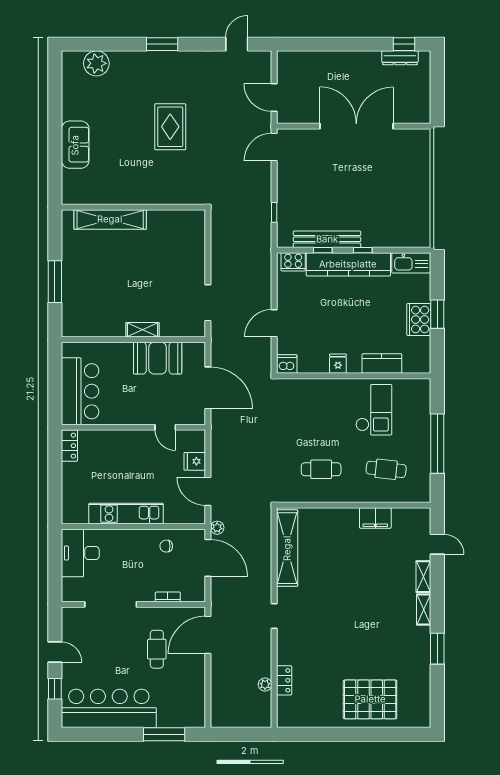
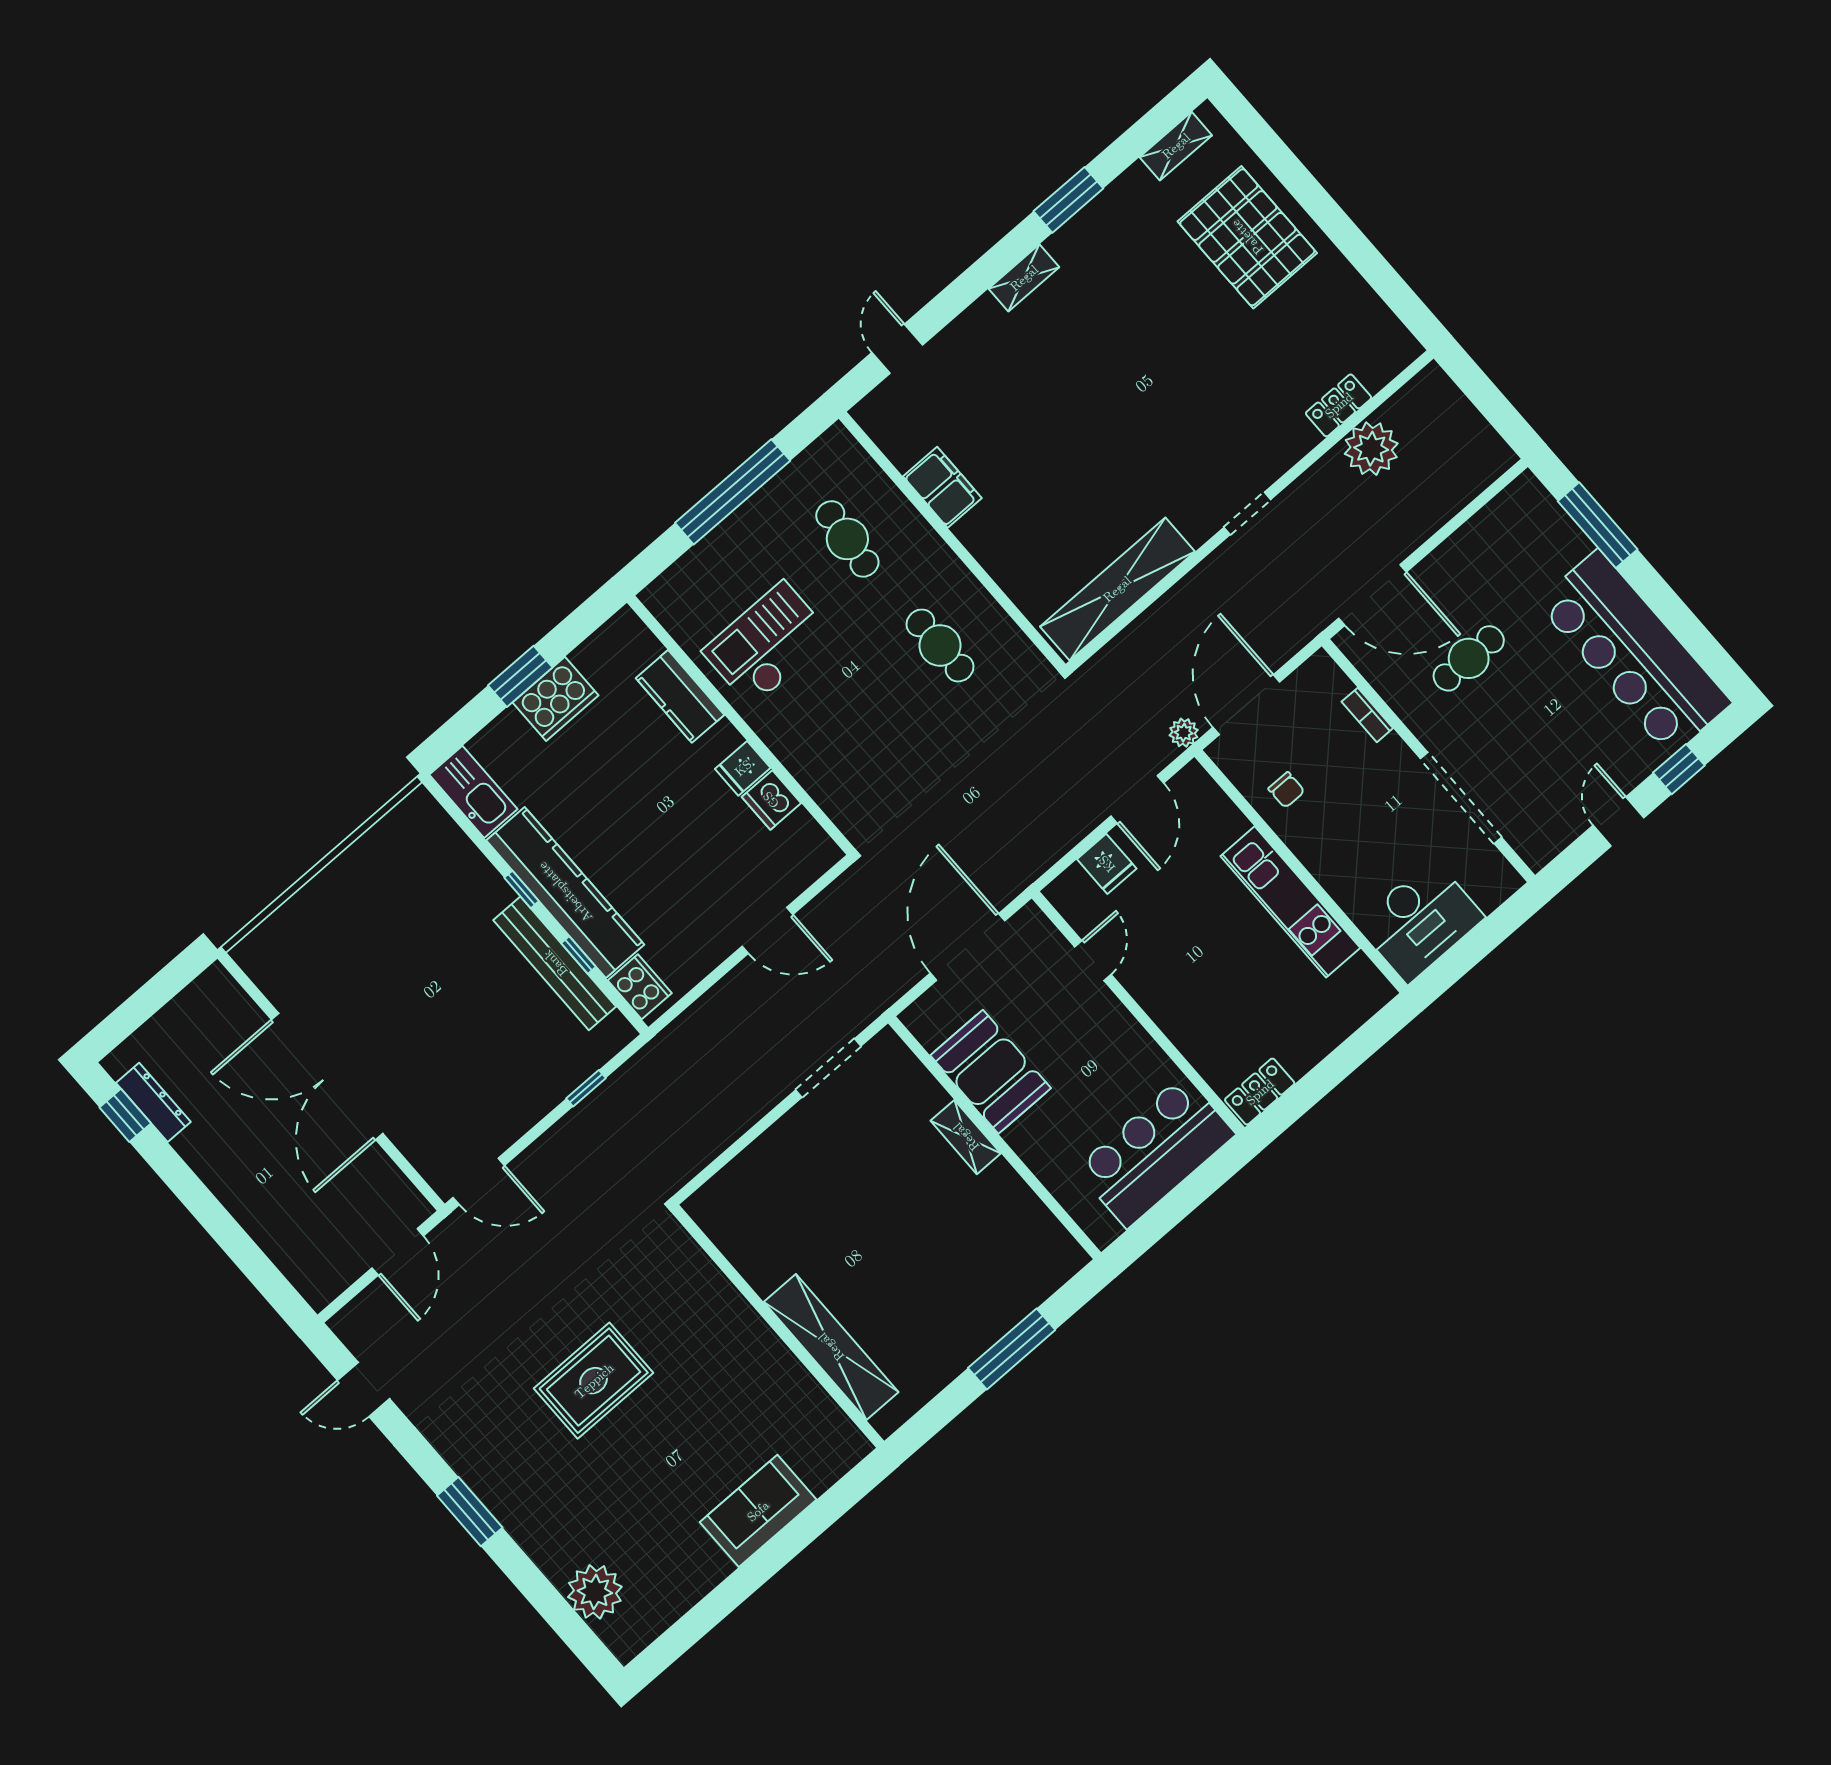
dishwasher: (287, 364) -> (771, 800), moved
shelving: (423, 577) -> (1176, 146), moved
plant: (265, 685) -> (1371, 449), width x1.88, depth x1.88

